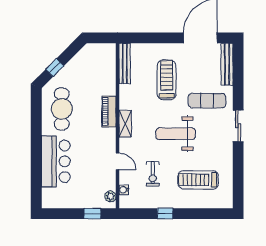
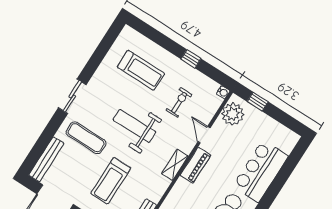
piano: (109, 111) -> (195, 165), moved
weight bench: (176, 134) -> (134, 126), turned 180
water cooler: (124, 190) -> (223, 92), moved
plant: (110, 196) -> (233, 114), width x1.87, depth x1.87

